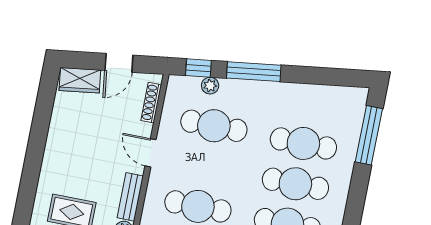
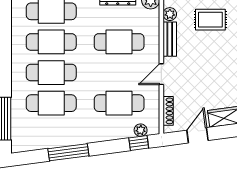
window: (254, 72) -> (68, 152), moved
plant: (210, 86) -> (141, 130), moved
door: (151, 153) -> (161, 74), swing flipped

